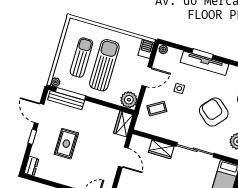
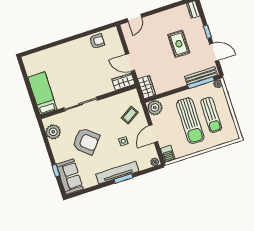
wardrobe: (161, 149) -> (123, 82), moved

